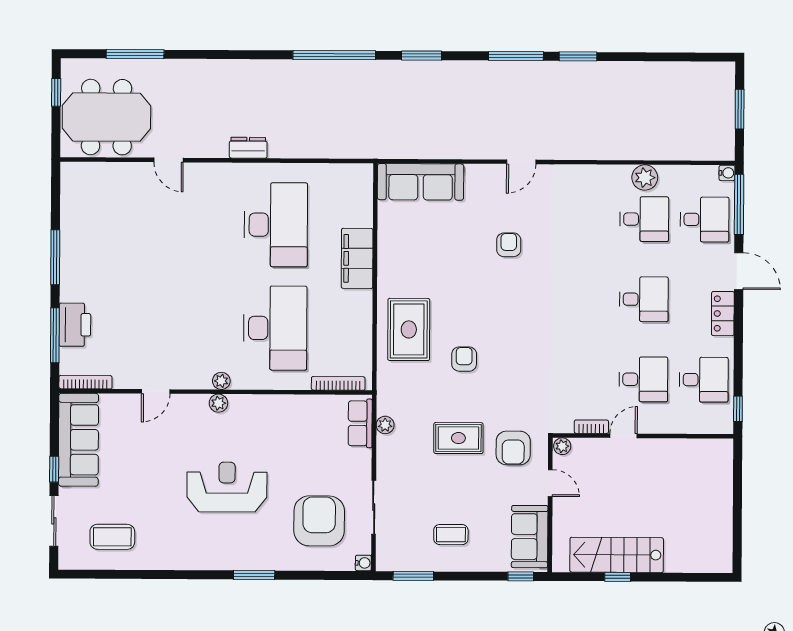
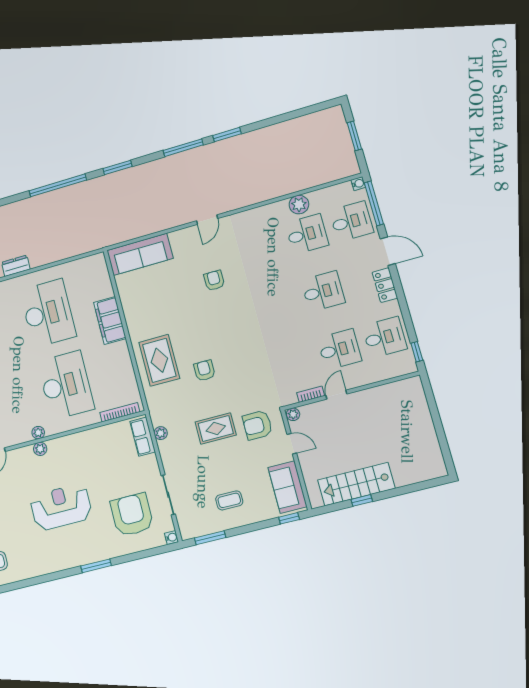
armchair: (513, 448) -> (257, 425), turned 90

